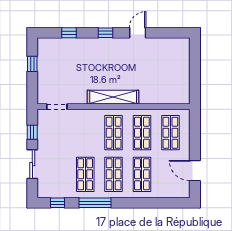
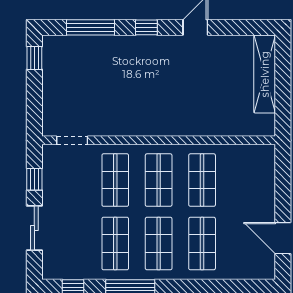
window: (69, 33) -> (91, 27), width x2.17
window: (32, 64) -> (34, 58), moved
shelving: (113, 97) -> (265, 74), moved, turned 90
shop shelf: (170, 133) -> (115, 180), moved

